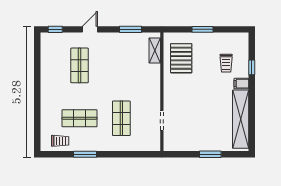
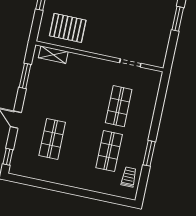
shop shelf: (80, 65) -> (52, 139), turned 90
shop shelf: (121, 118) -> (119, 106), turned 90

